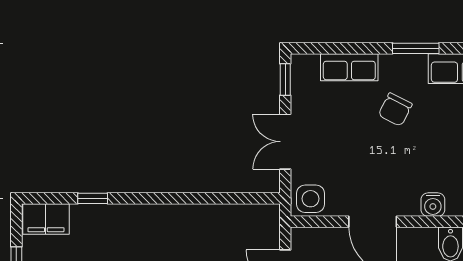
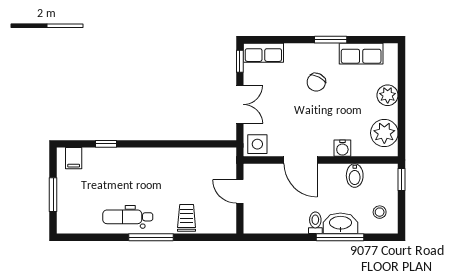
row of seats: (349, 67) -> (263, 53), moved
double door: (285, 142) -> (240, 104), swing flipped
filing cabinet: (46, 219) -> (74, 158), width x0.50

